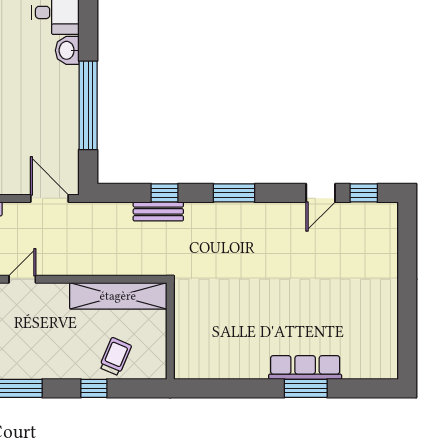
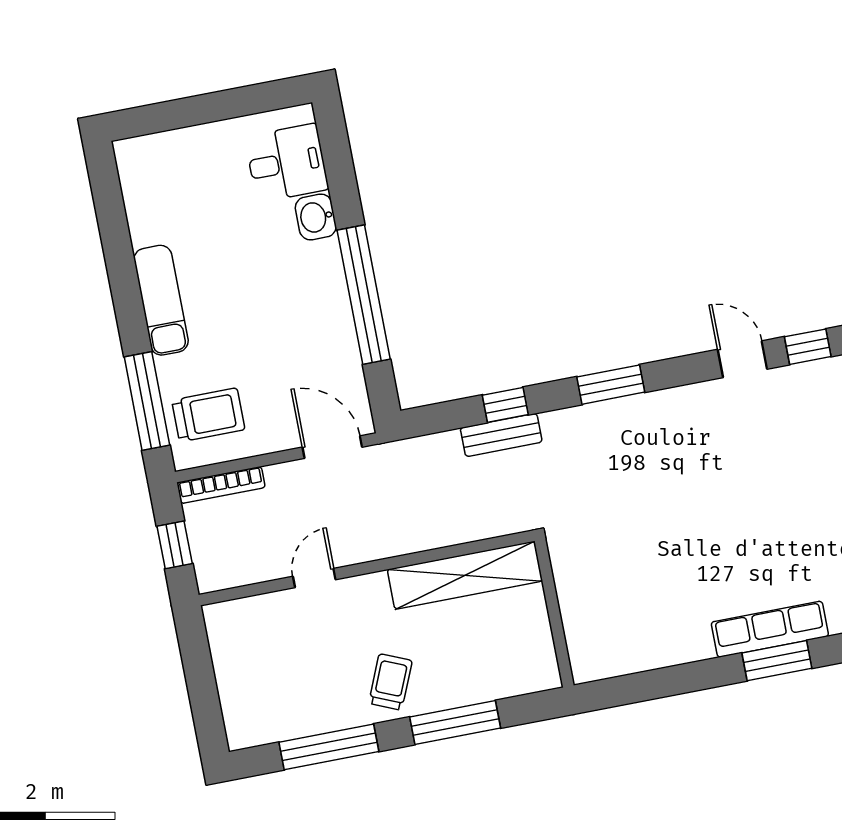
door: (321, 193) -> (742, 359), swing flipped
trolley: (115, 356) -> (390, 682), moved
window: (94, 388) -> (455, 723), width x2.17

